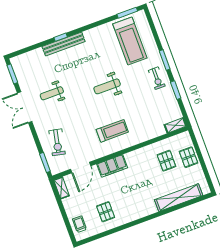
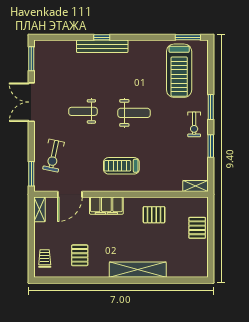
weight bench: (107, 86) -> (134, 113), turned 180
weight bench: (52, 93) -> (83, 111), moved
treadmill: (112, 131) -> (121, 166), turned 180
pallet: (166, 161) -> (154, 215), moved, turned 90
shelving: (179, 198) -> (138, 270), moved

